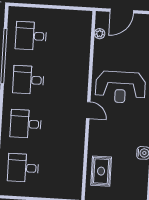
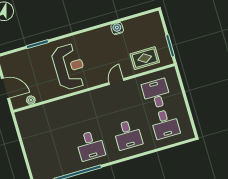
desk: (31, 36) -> (156, 94), moved, turned 180
door: (88, 110) -> (116, 82), moved

